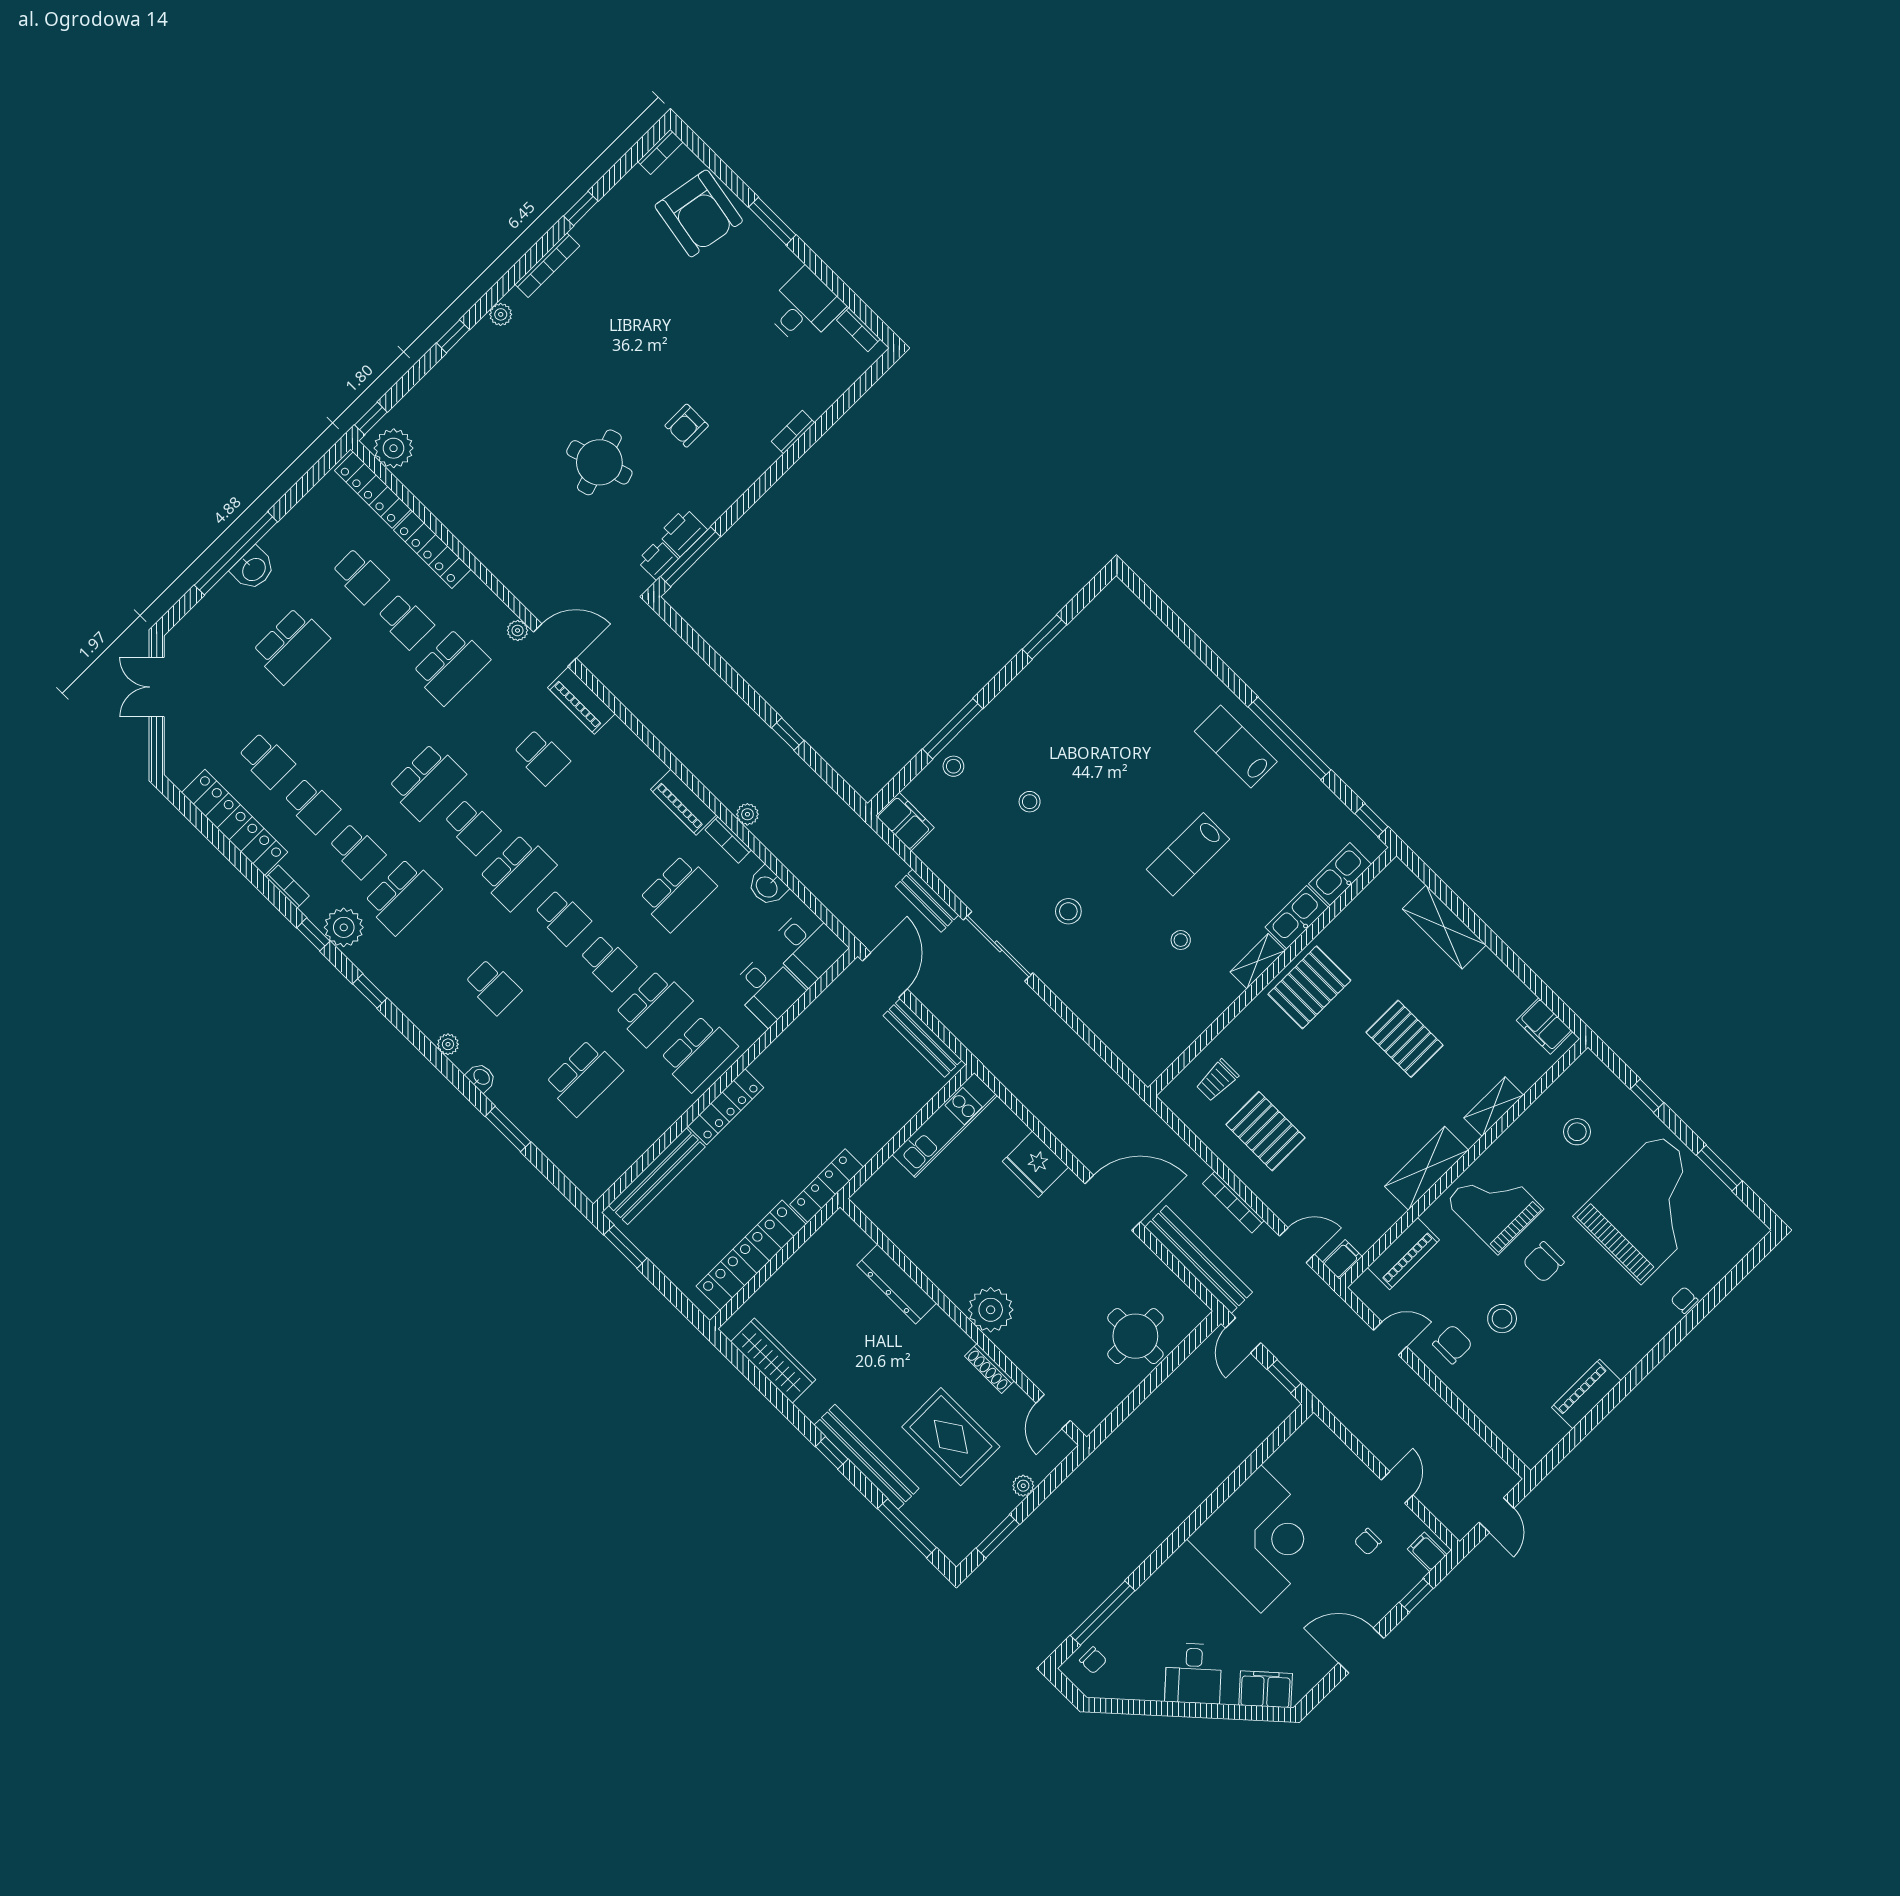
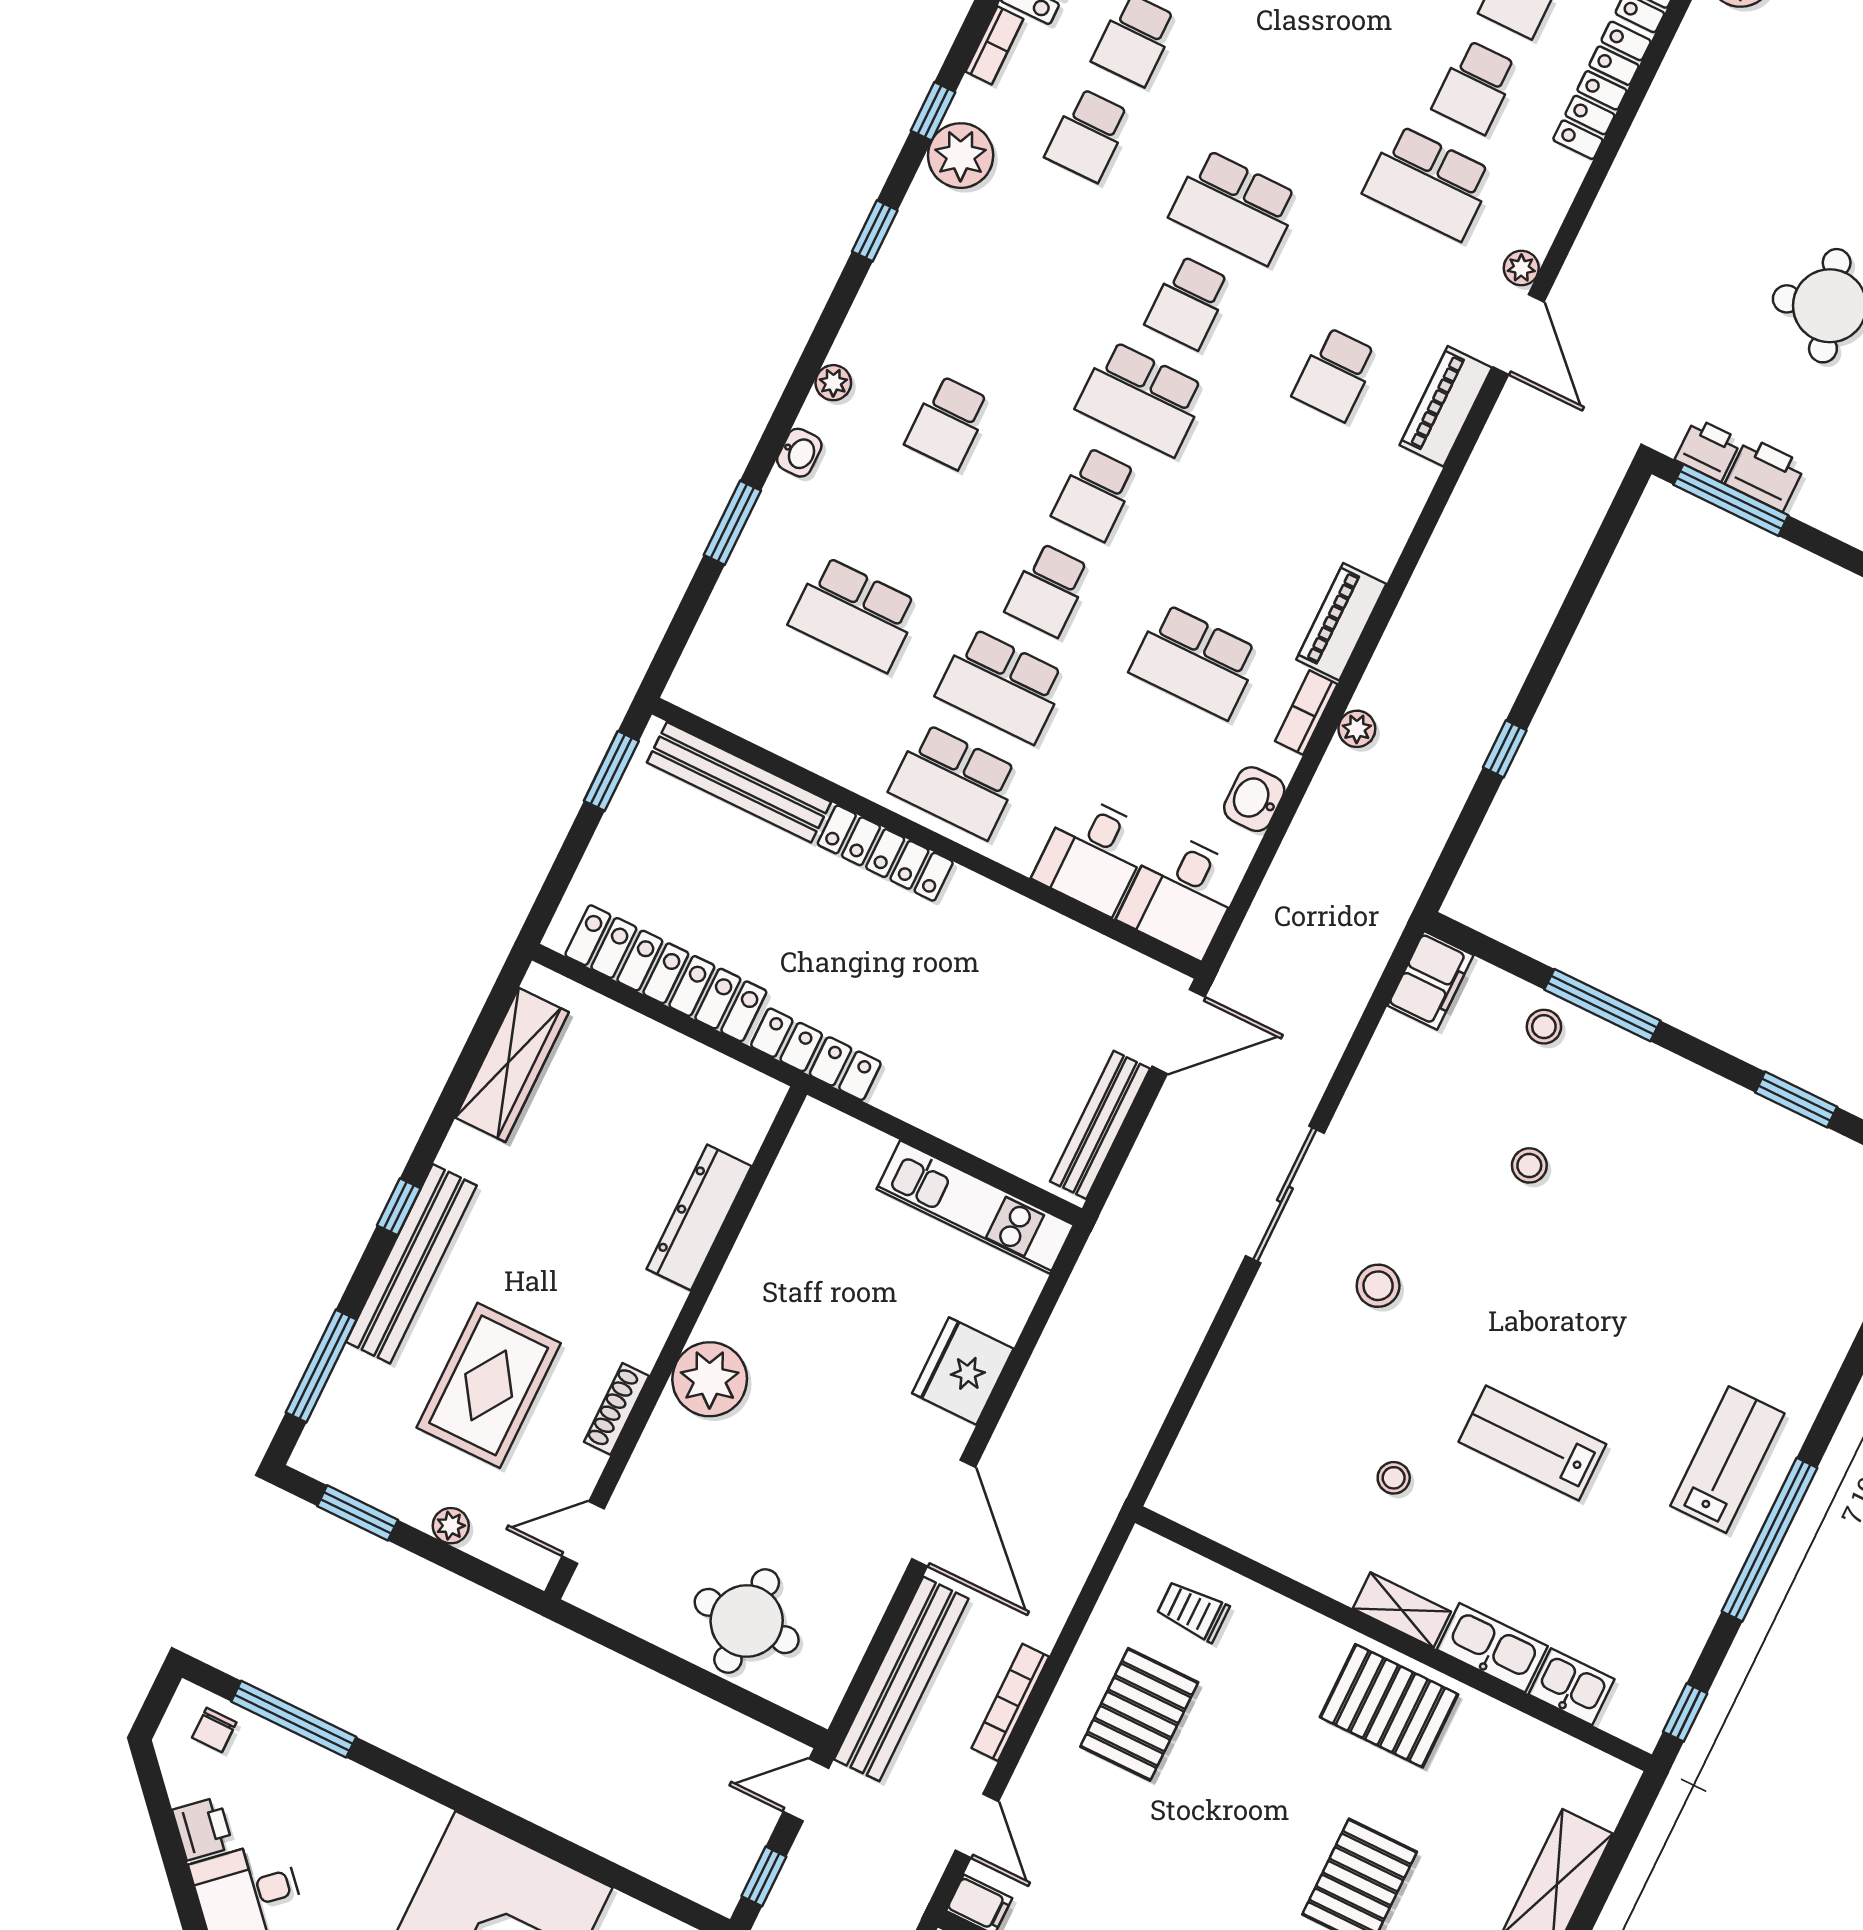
kitchen sink: (1340, 874) -> (1572, 1687), width x0.73
school desk: (402, 896) -> (1041, 231), removed
bench: (927, 901) -> (1318, 1058), removed
printer: (1147, 1686) -> (203, 1829), added

